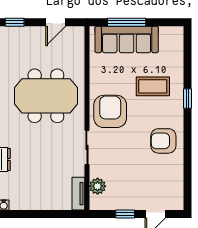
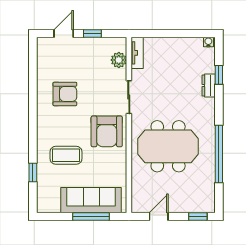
window: (188, 98) -> (33, 173), moved
armchair: (163, 141) -> (65, 94), moved

